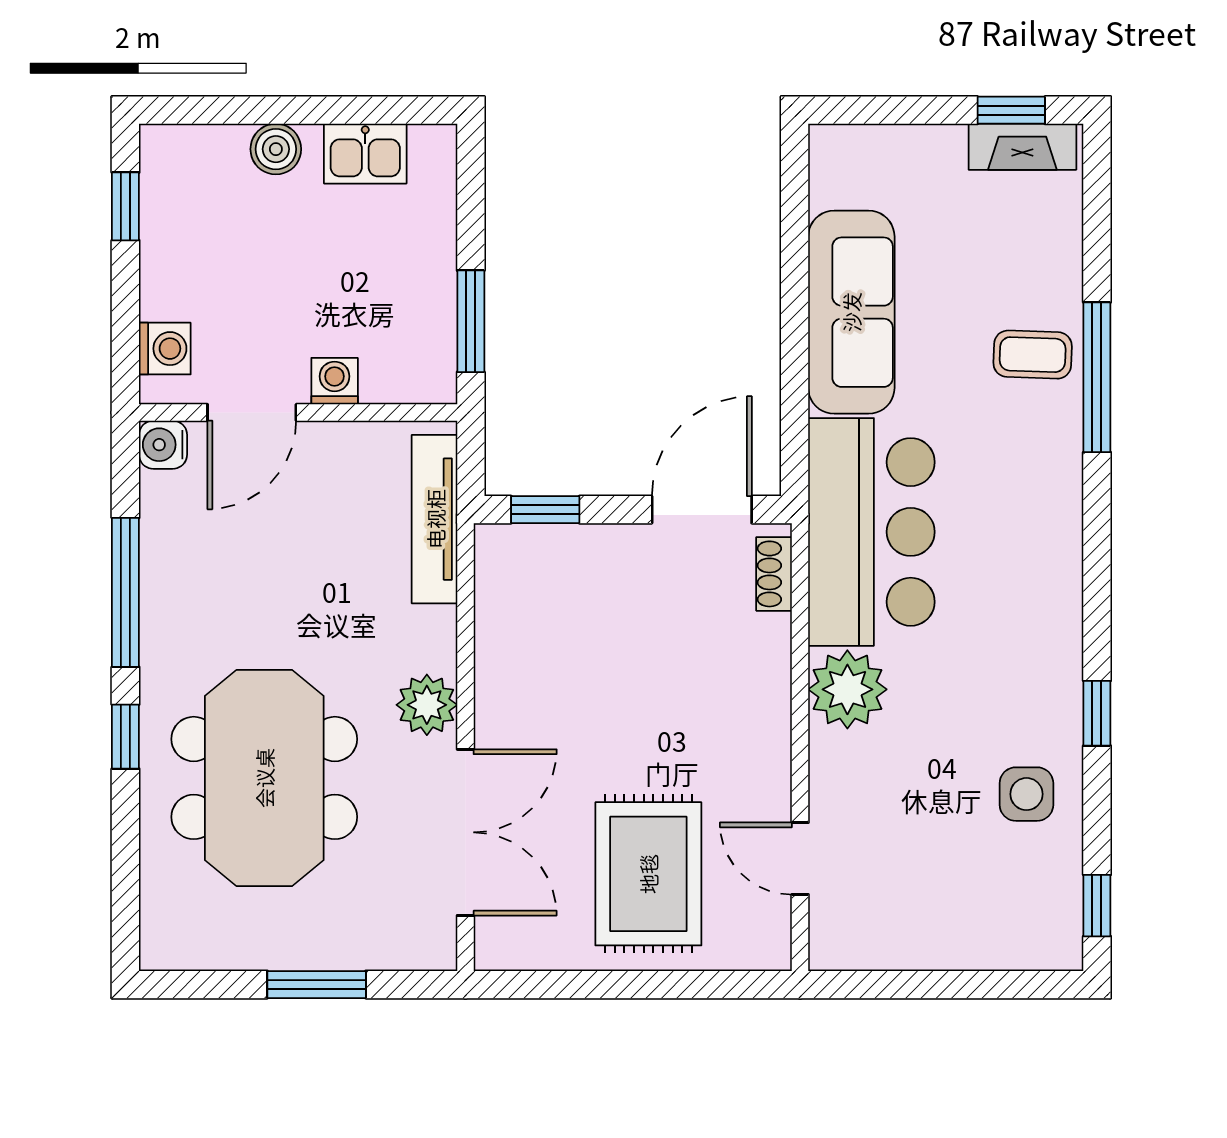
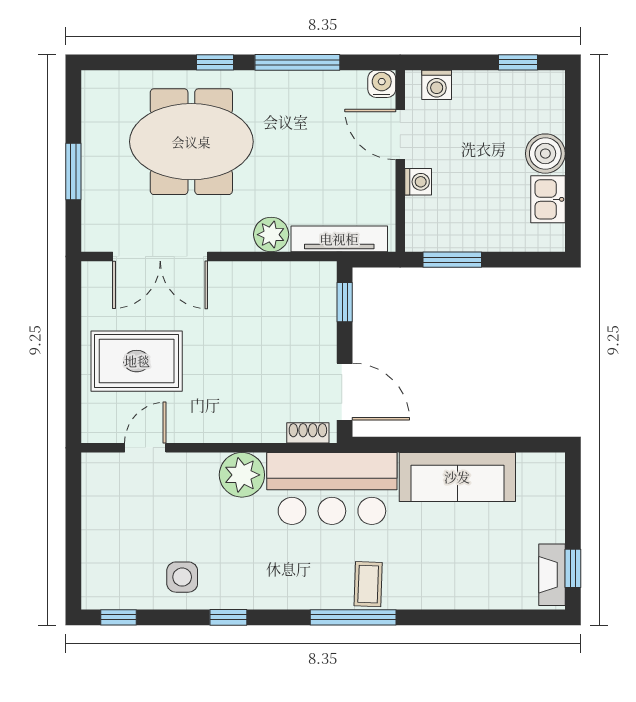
boiler: (276, 149) -> (545, 154), width x1.36, depth x1.36
coffee table: (1033, 355) -> (368, 584), moved
window: (1097, 377) -> (353, 617), moved
plant: (427, 705) -> (271, 235), moved

